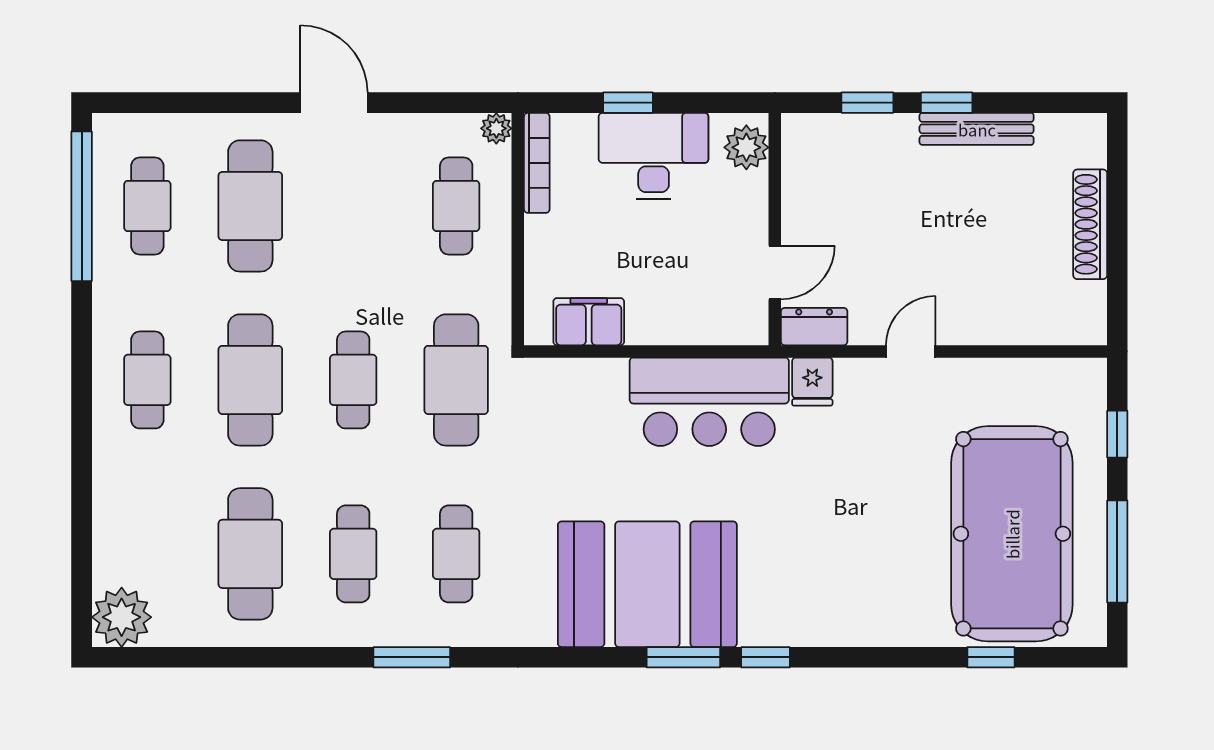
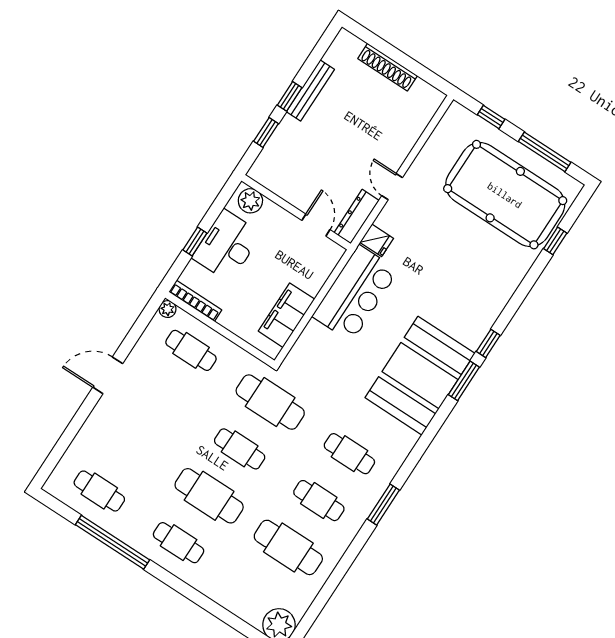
window: (82, 206) -> (113, 542), moved
cafe table: (250, 206) -> (130, 444), removed
filing cabinet: (589, 322) -> (286, 315), width x1.50, depth x1.17
dresser: (814, 327) -> (356, 217), width x1.44

